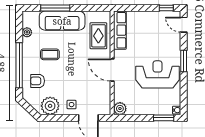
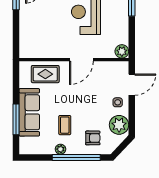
row of seats: (120, 30) -> (39, 52), removed
plant: (27, 32) -> (60, 149), moved
armchair: (38, 81) -> (93, 138), turned -90

